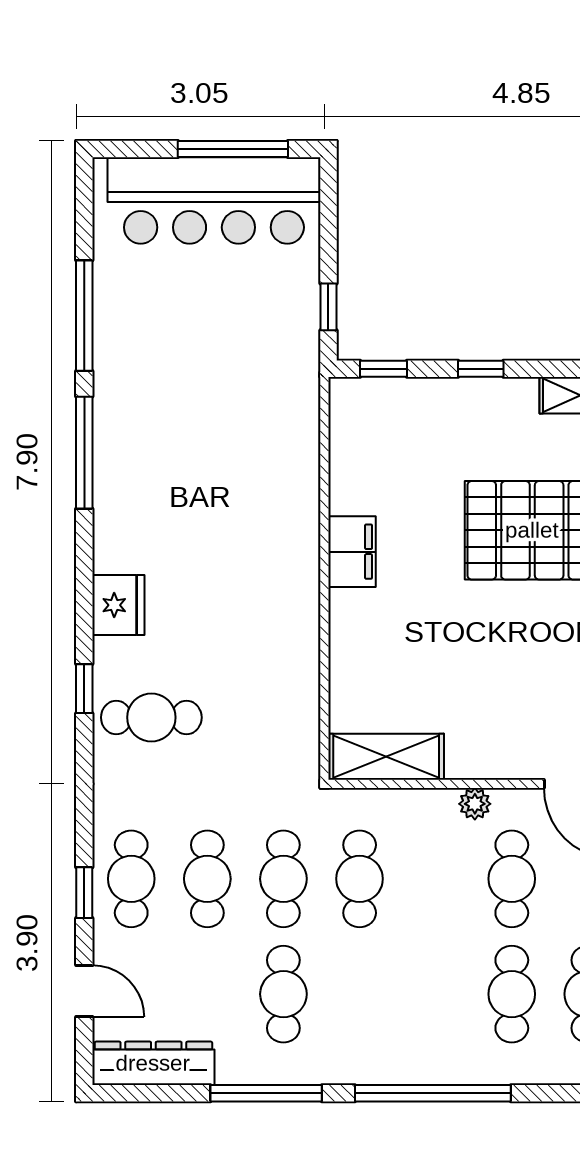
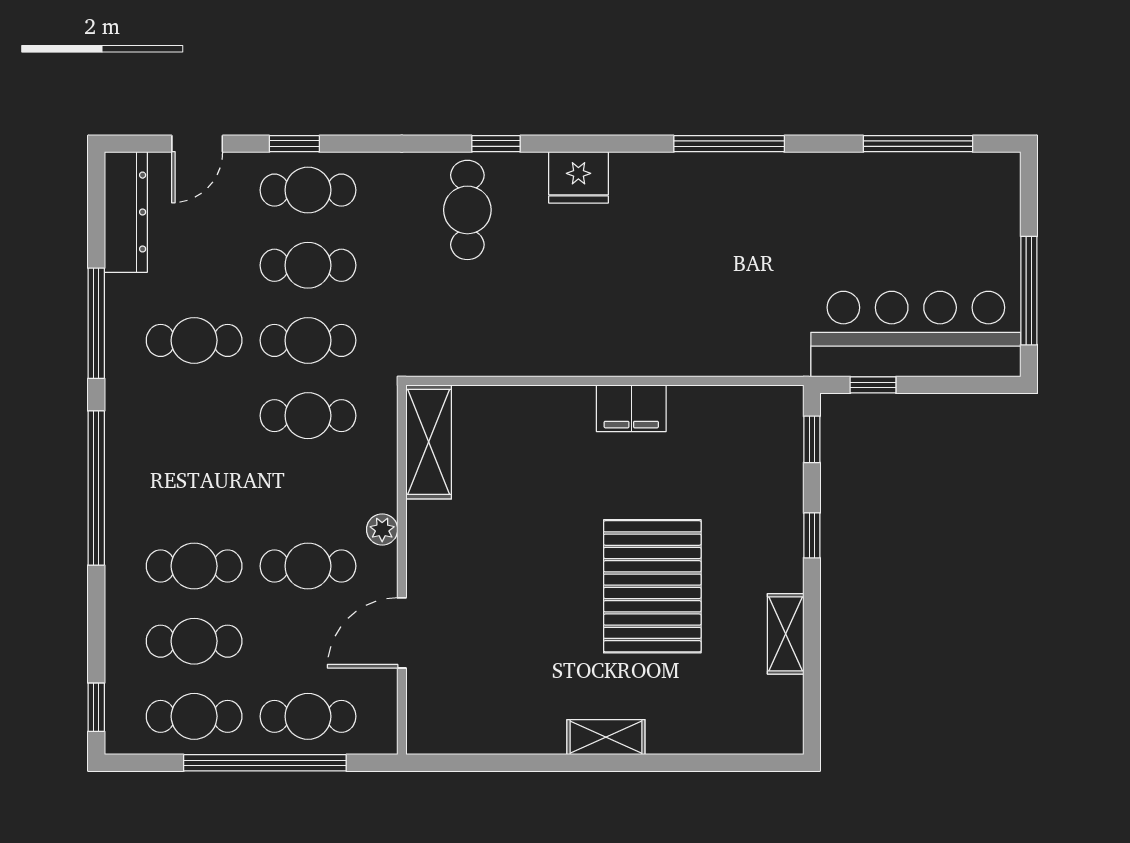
bar counter: (214, 201) -> (916, 334), moved, turned 90
window: (84, 316) -> (918, 144), moved

